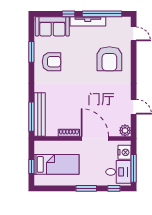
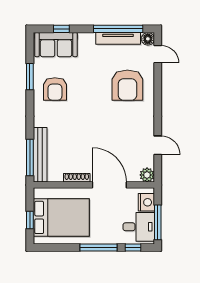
window: (68, 14) -> (61, 29), moved
tv unit: (88, 21) -> (118, 38), moved
floor lamp: (126, 22) -> (148, 39), added
armchair: (51, 62) -> (55, 89), turned 90
bed: (56, 164) -> (61, 217), width x1.50
window: (86, 188) -> (99, 248), width x1.44

